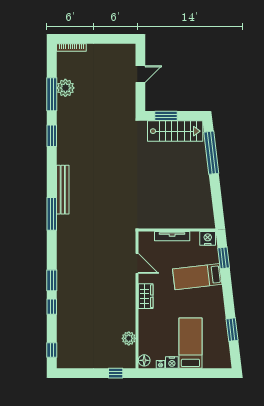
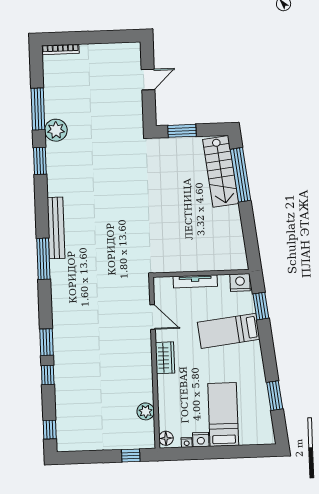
plant: (65, 88) -> (56, 130), moved
stairs: (175, 131) -> (221, 171), moved, turned 83

